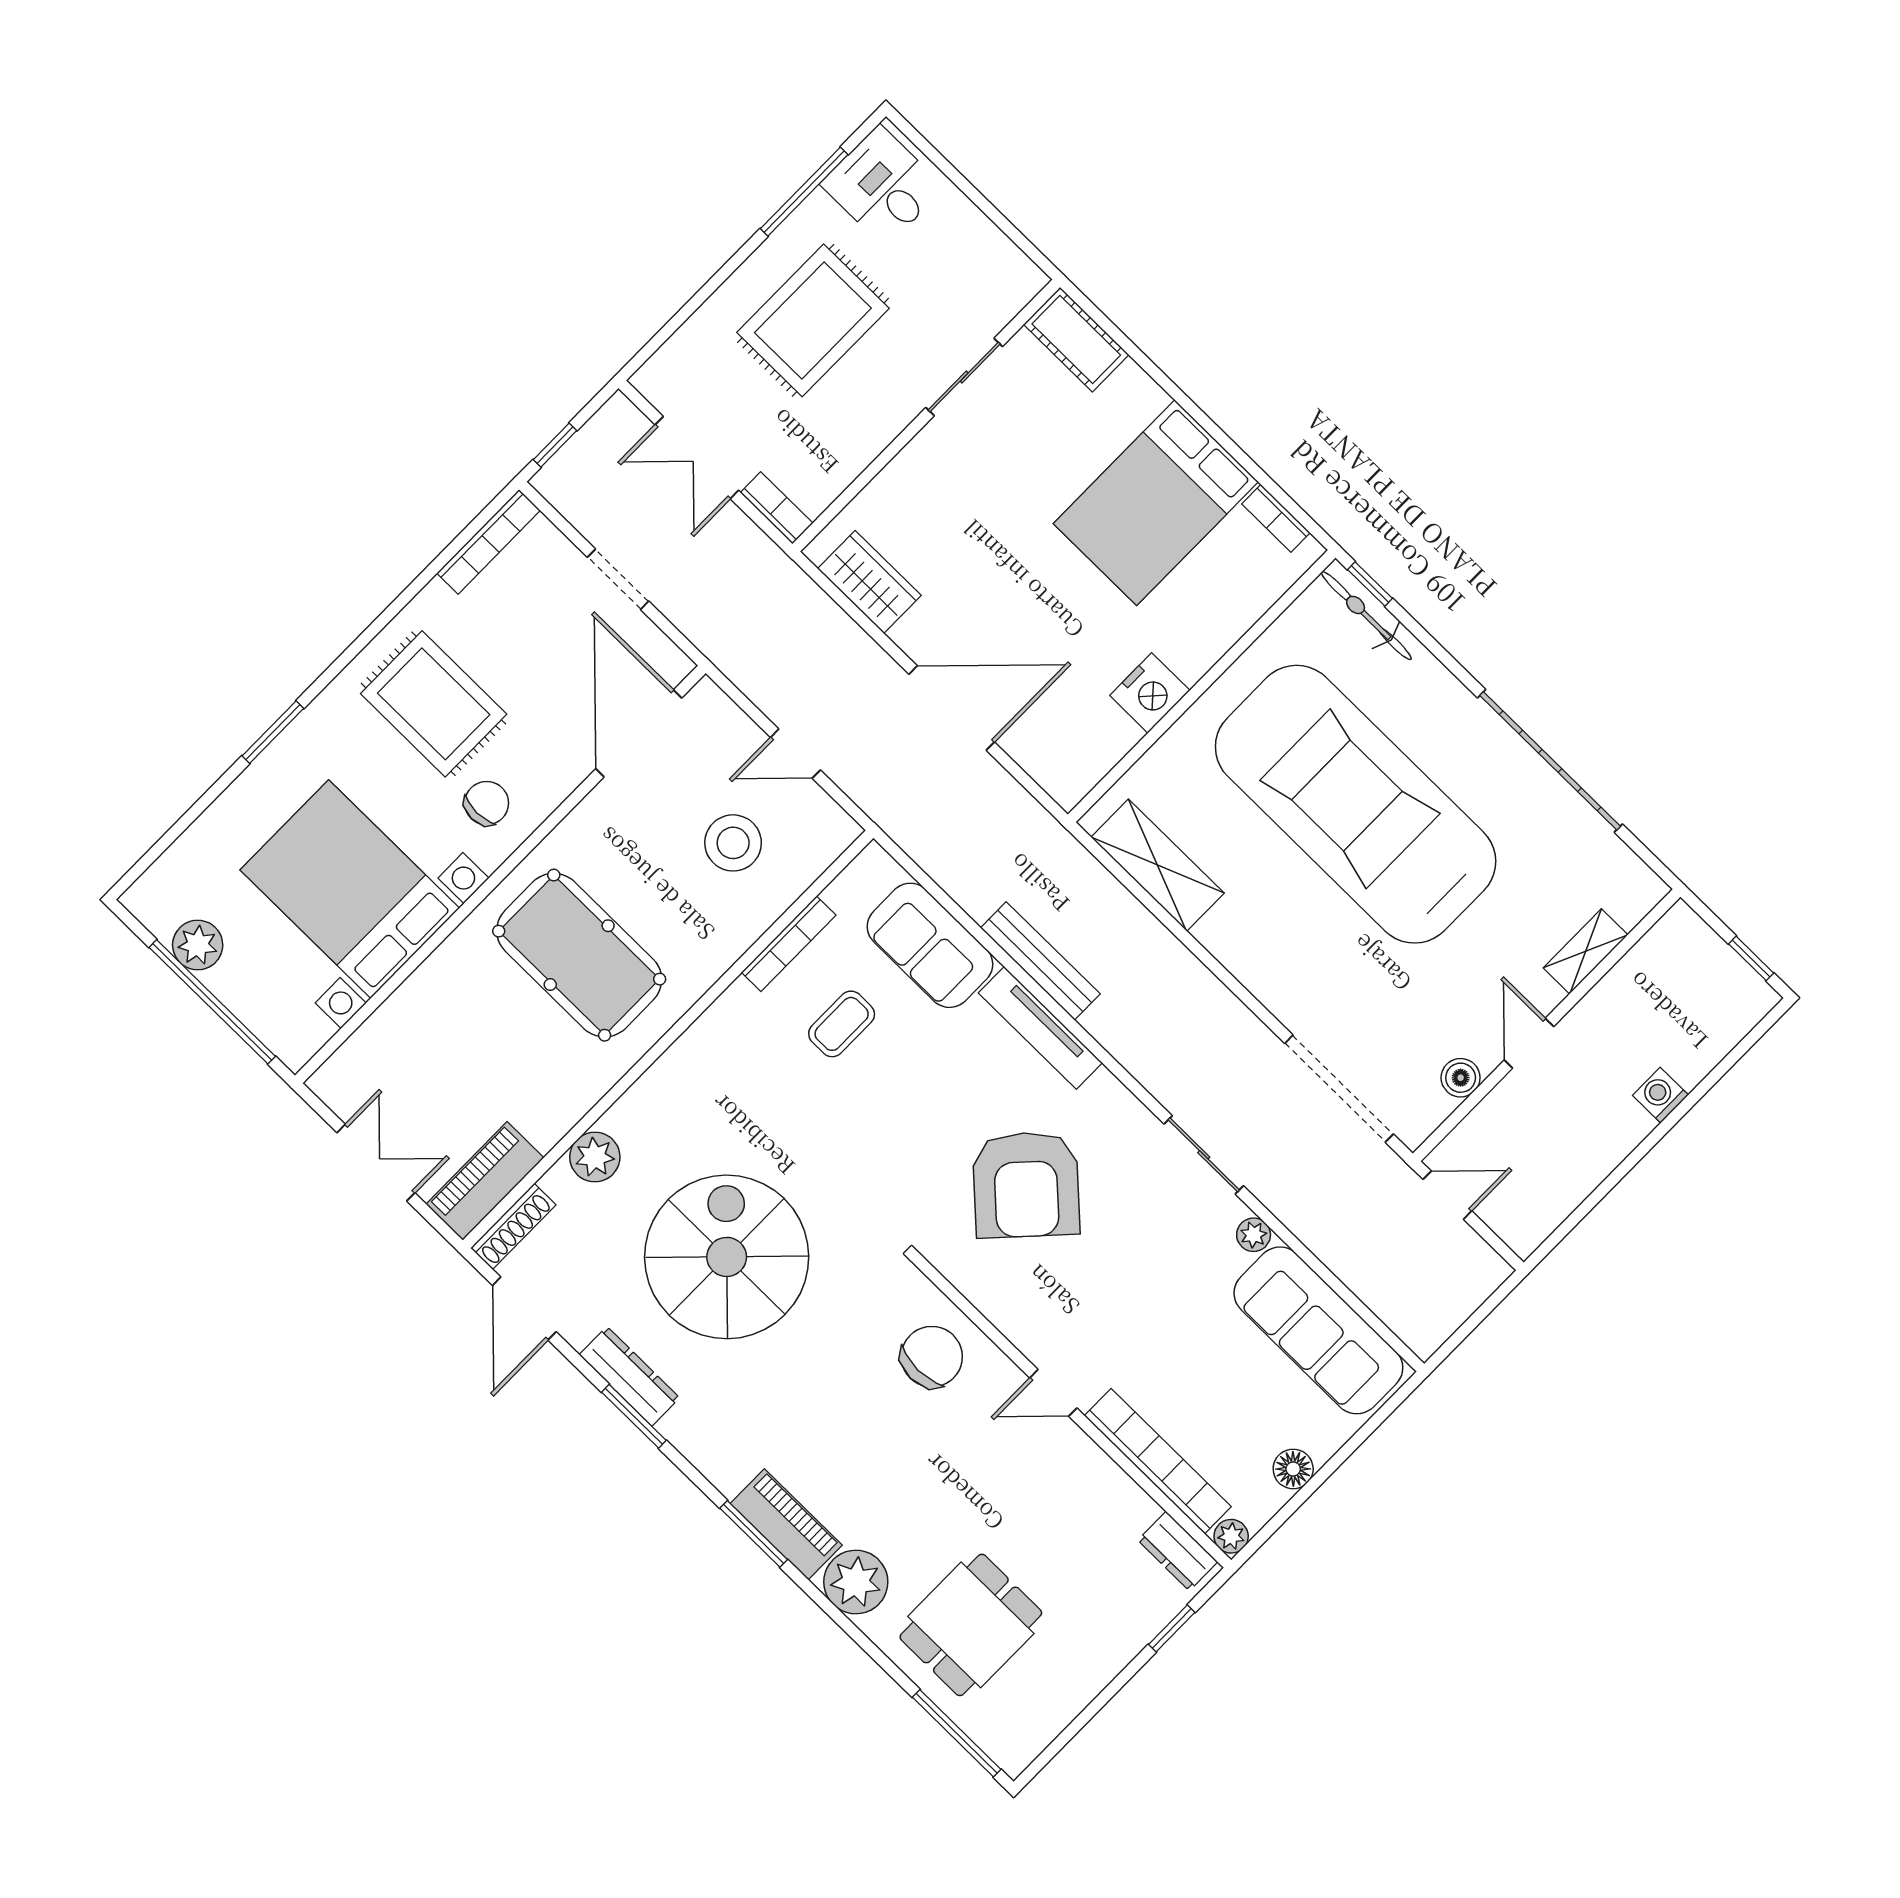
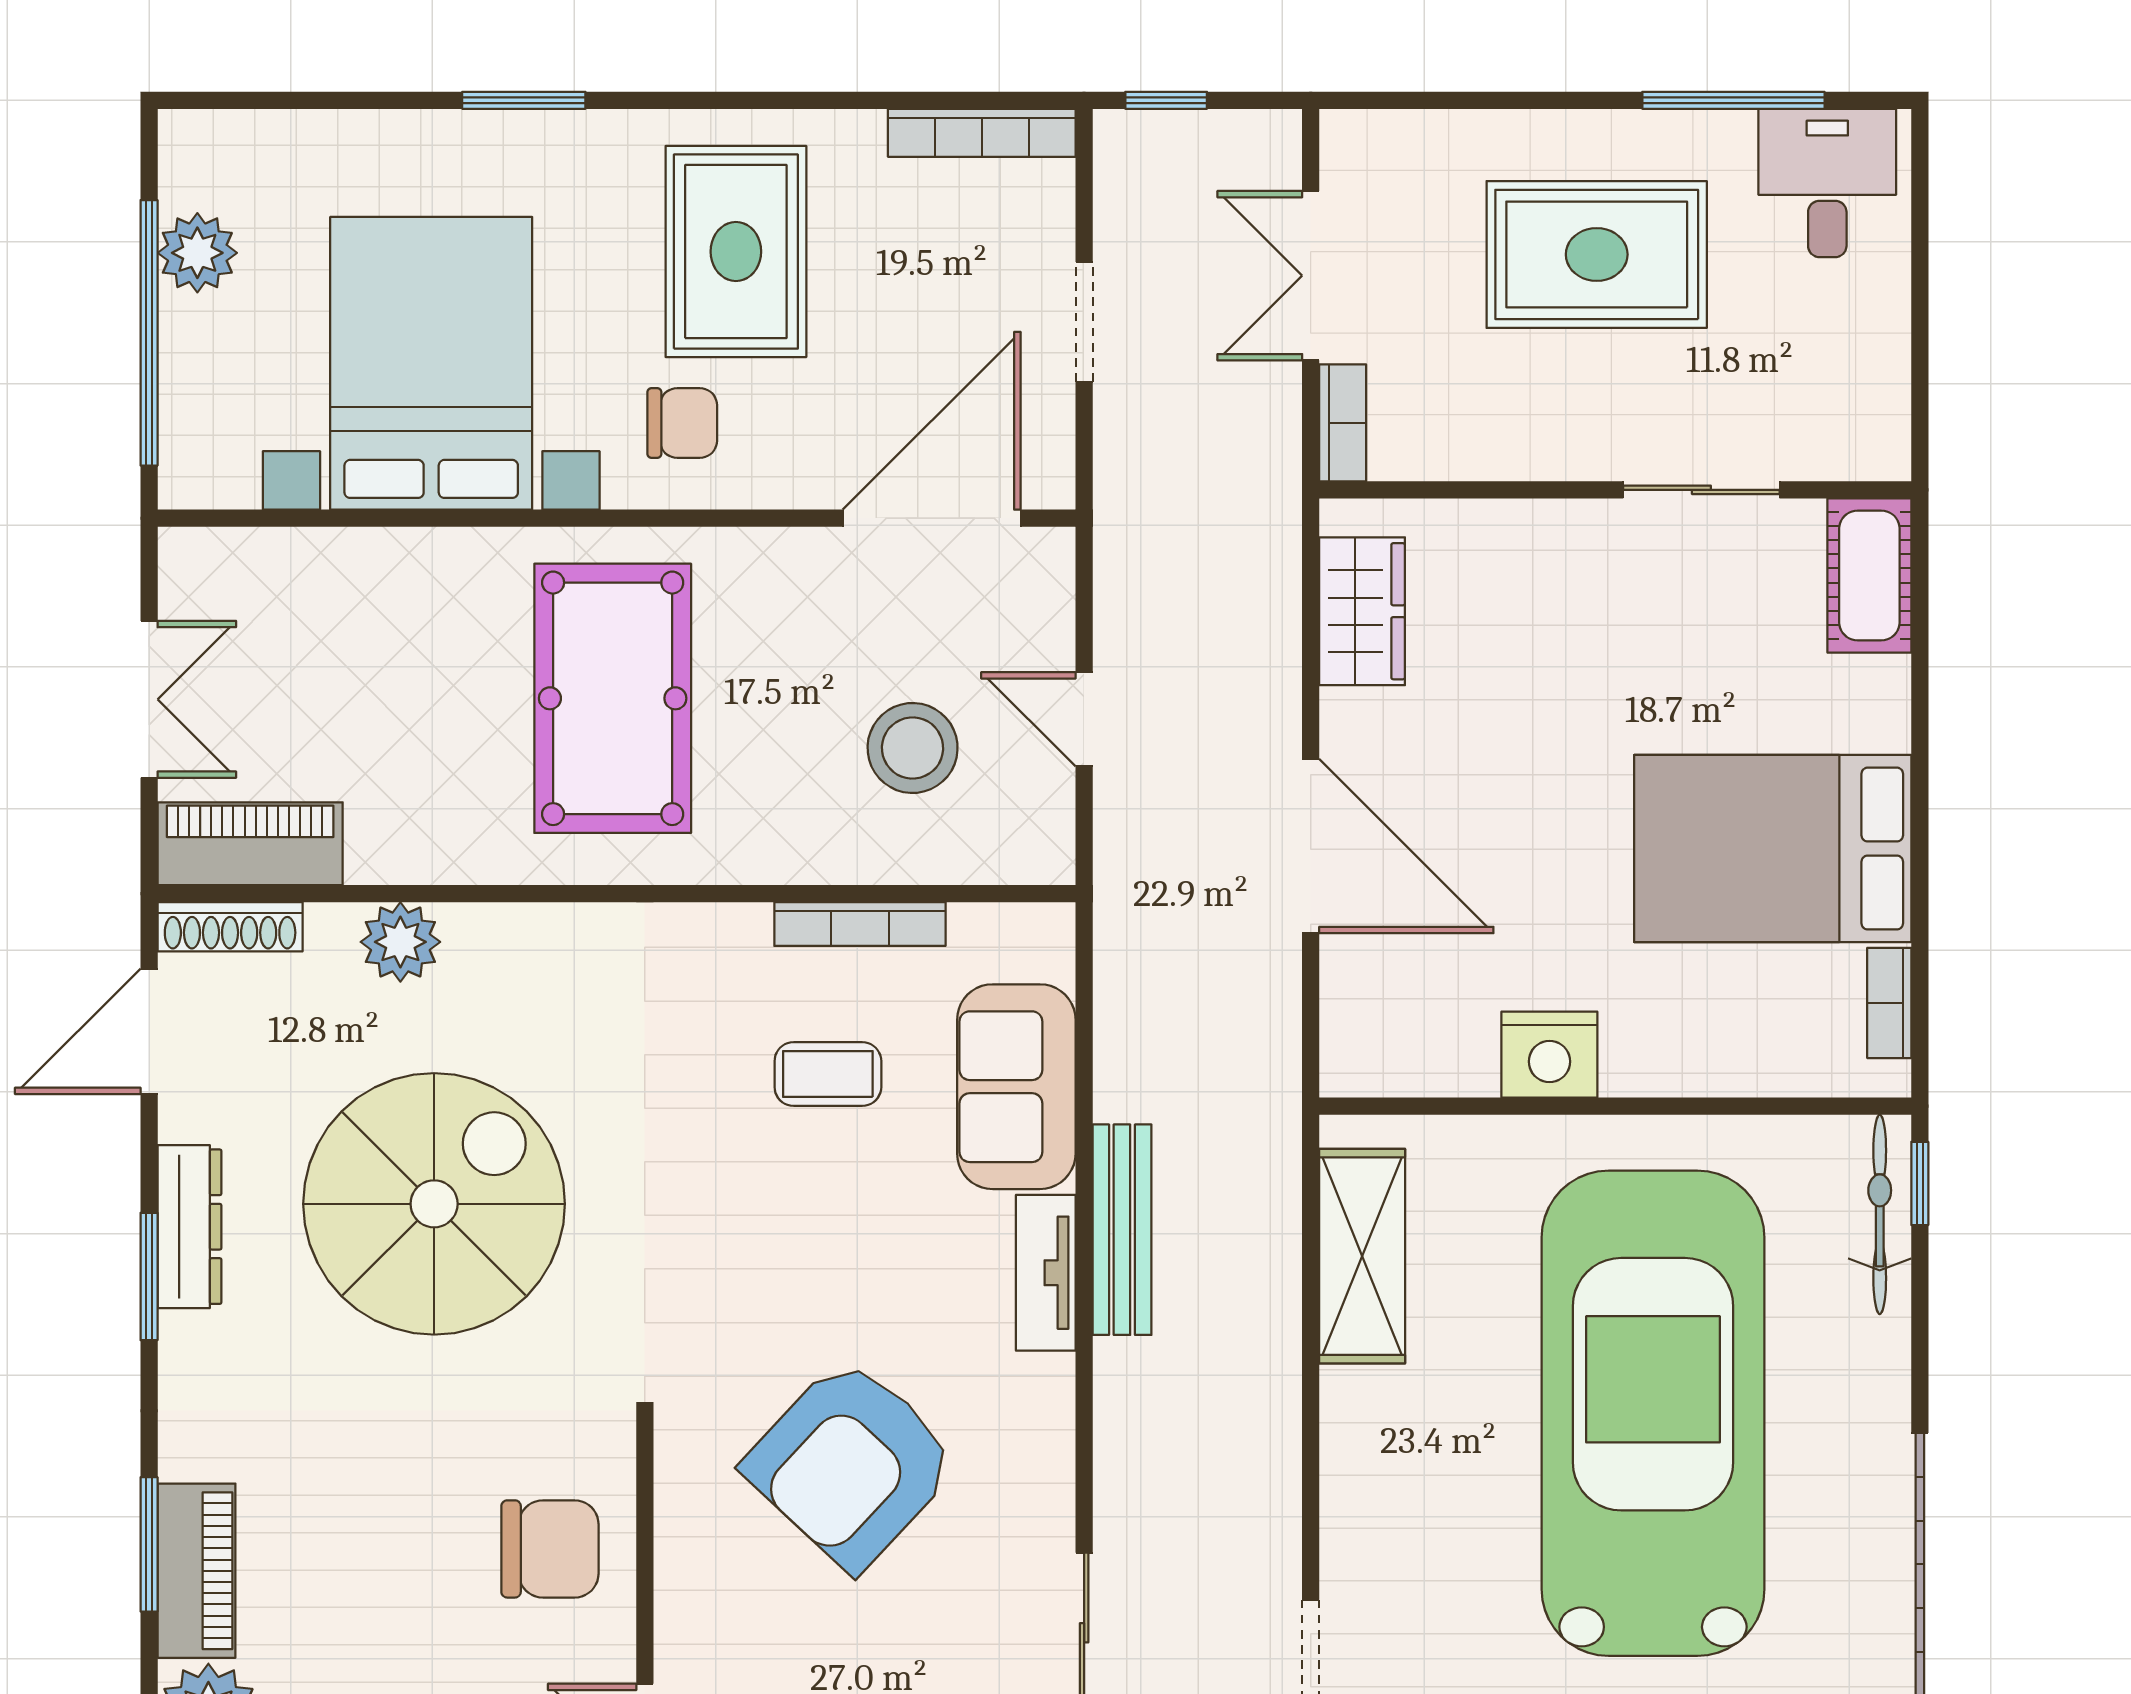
tv unit: (1040, 1028) -> (1046, 1273), width x0.71

